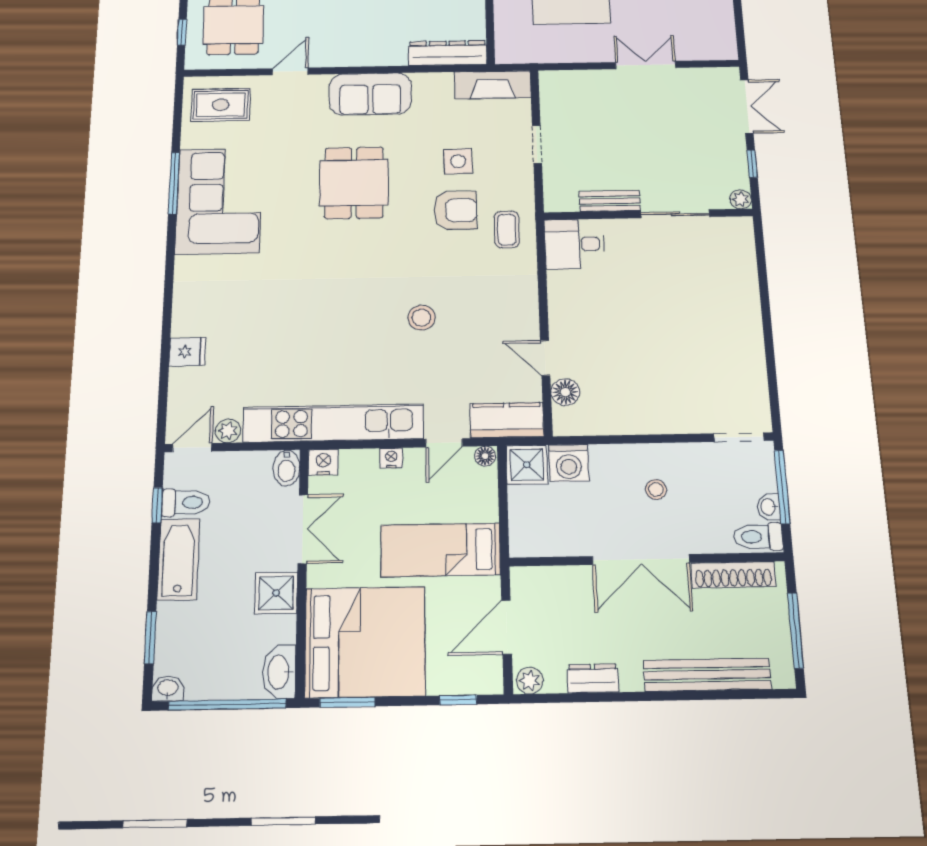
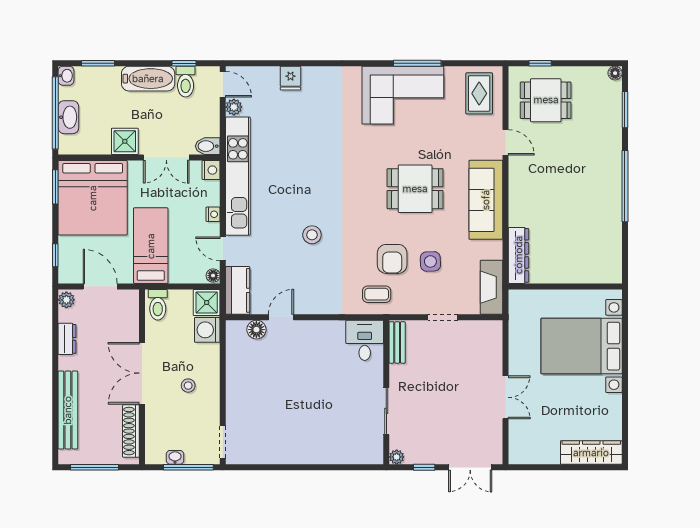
sofa: (370, 94) -> (486, 200), width x1.36
bench: (610, 201) -> (397, 342), moved
toilet: (758, 537) -> (158, 305), moved, turned 180
washbasin: (279, 672) -> (68, 117), moved, turned 90

